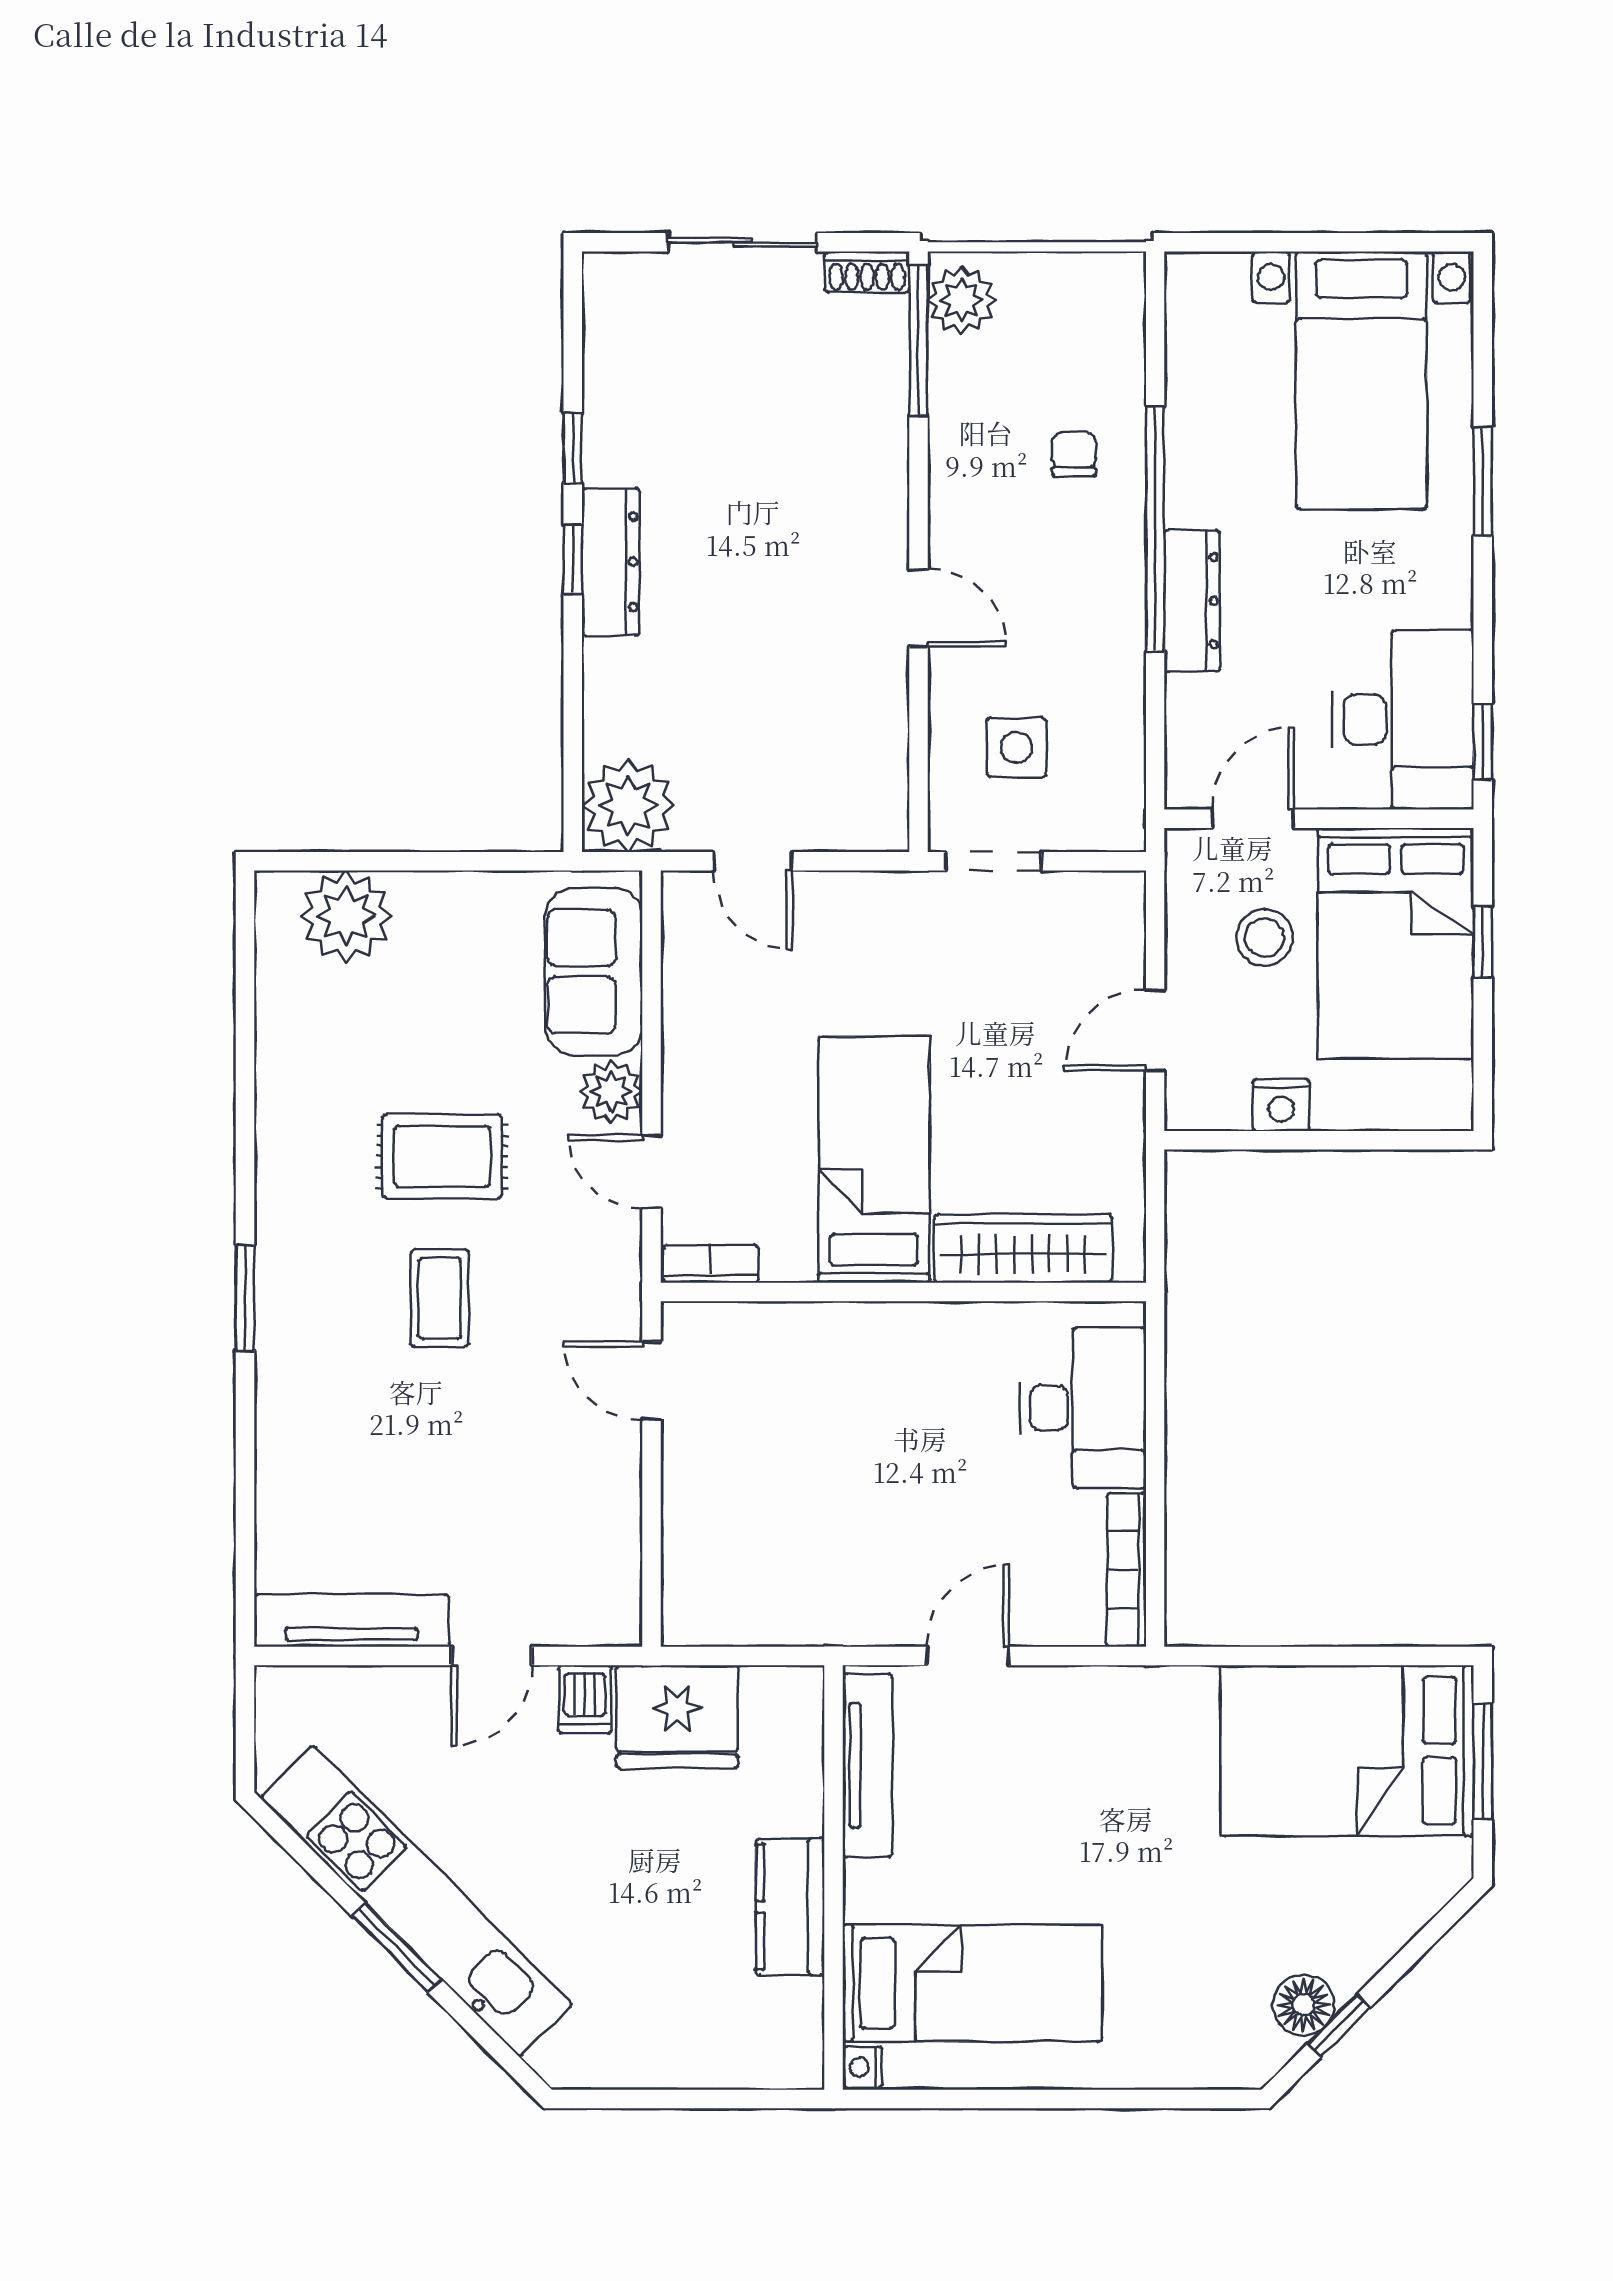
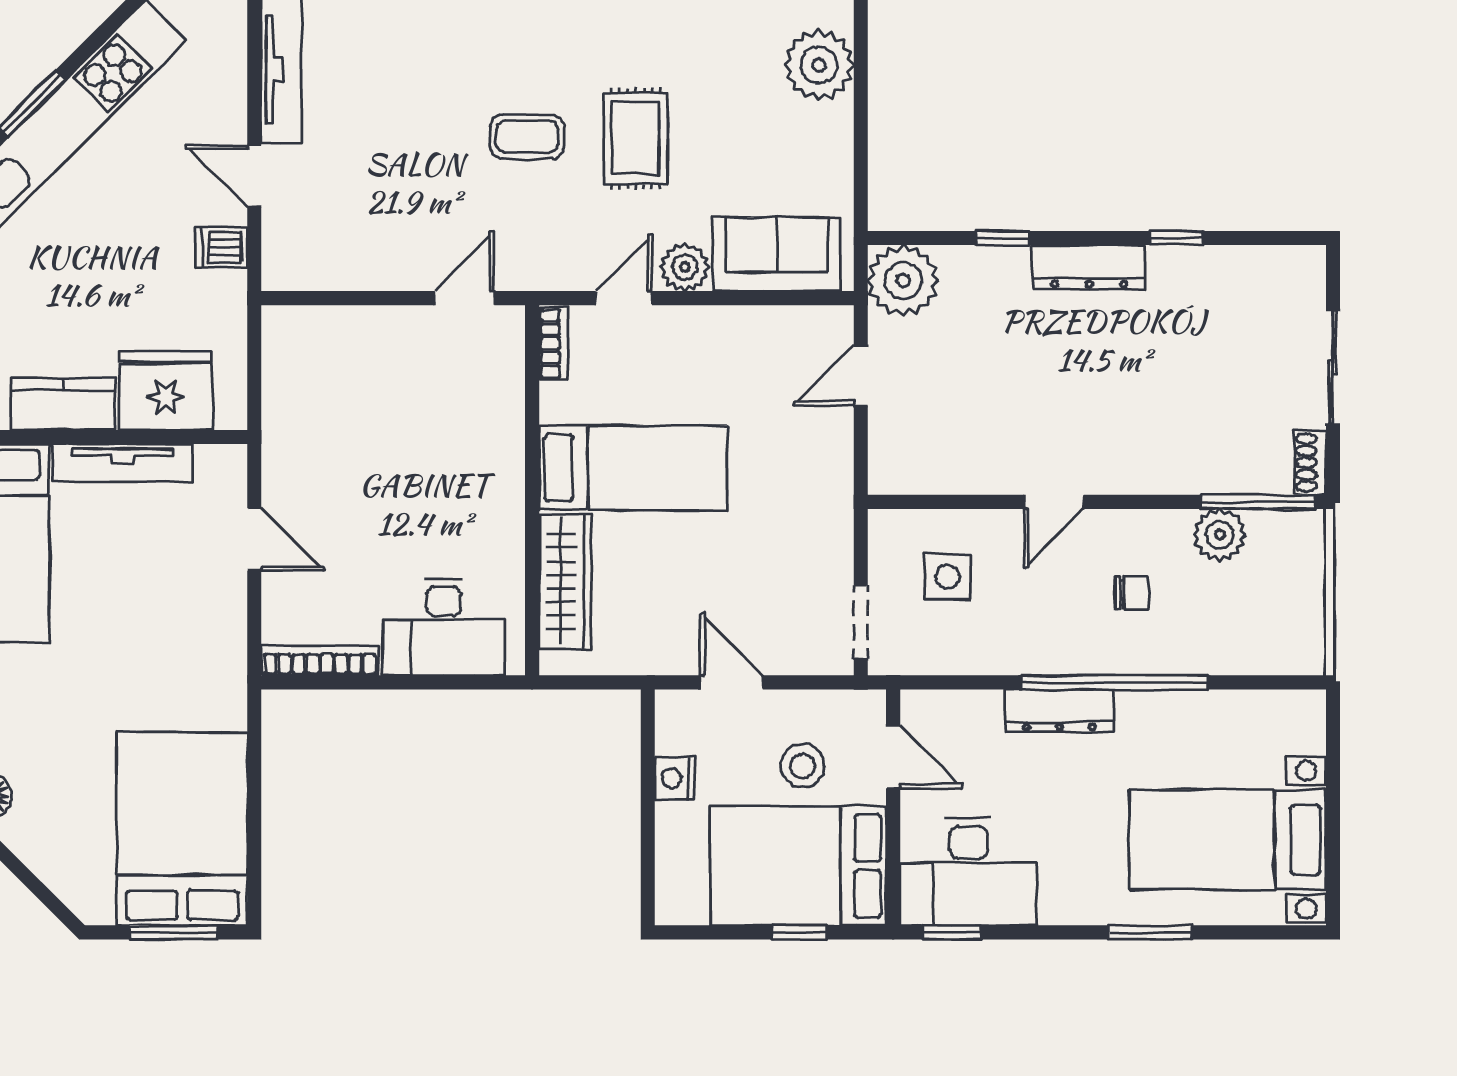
plant: (962, 300) -> (1220, 535), moved
chair: (1074, 454) -> (1132, 593), moved
window: (573, 559) -> (1003, 238), moved
doorway: (993, 861) -> (861, 622), moved
fridge: (677, 1717) -> (166, 391), moved, turned 90
tv unit: (868, 1765) -> (123, 463), moved

